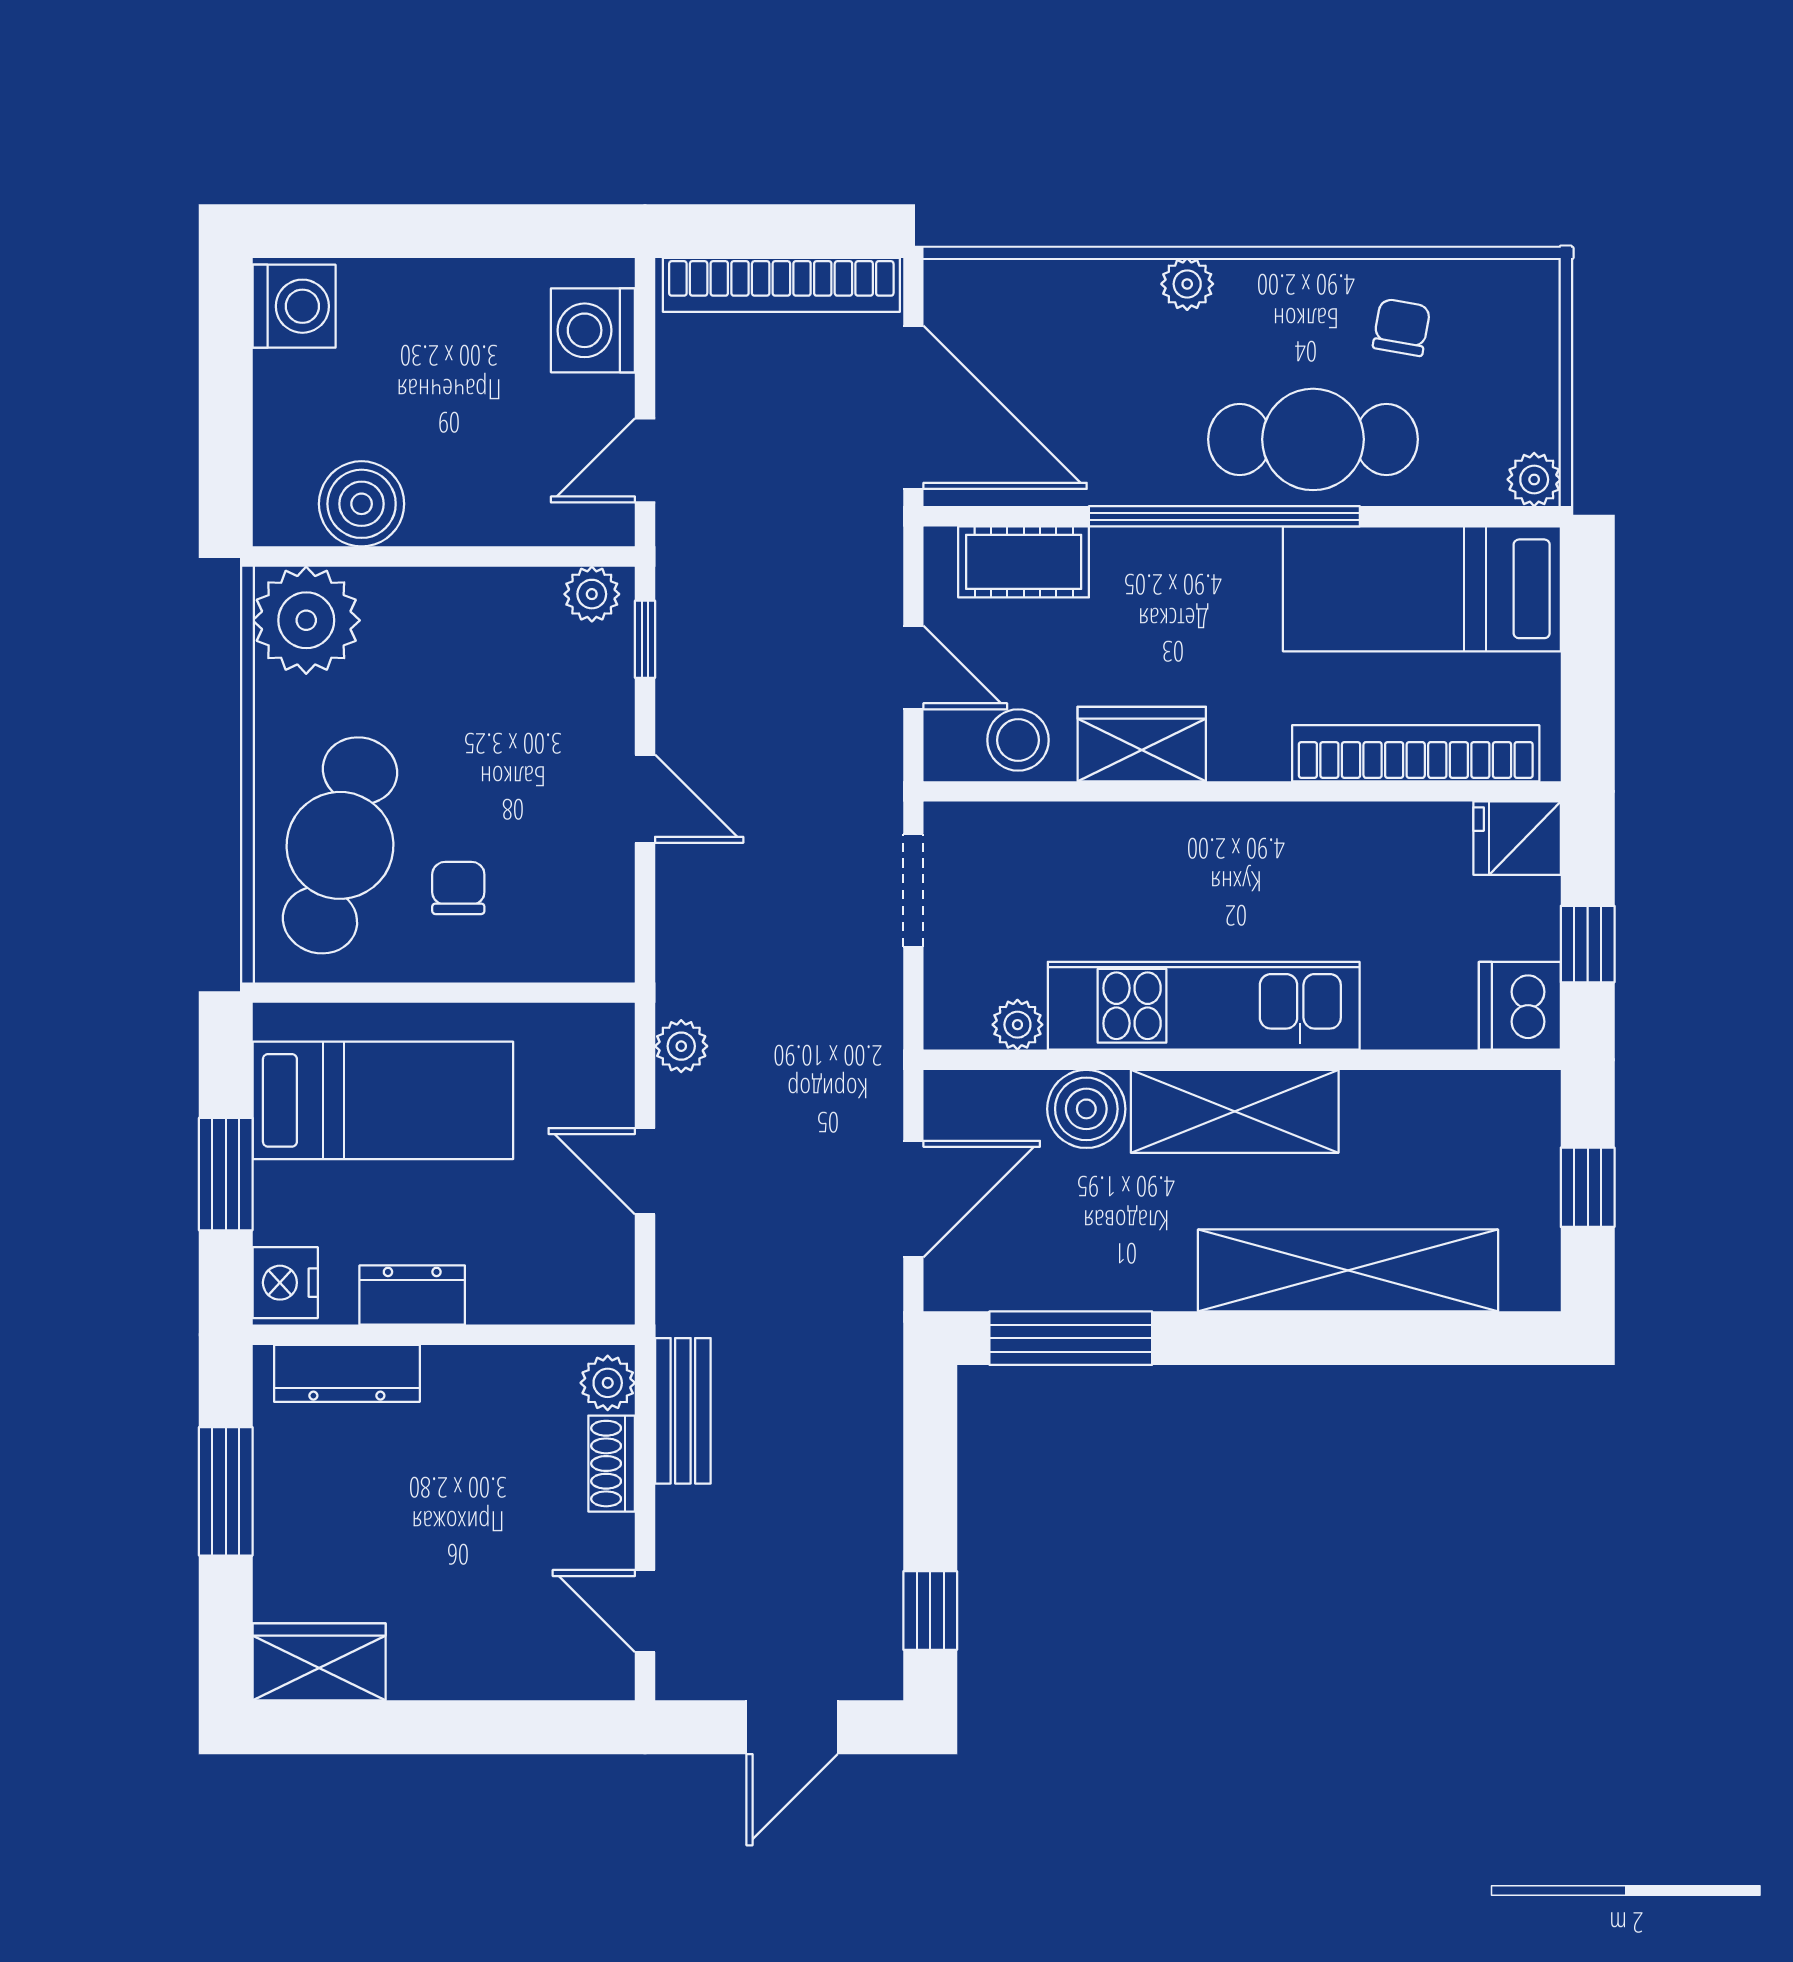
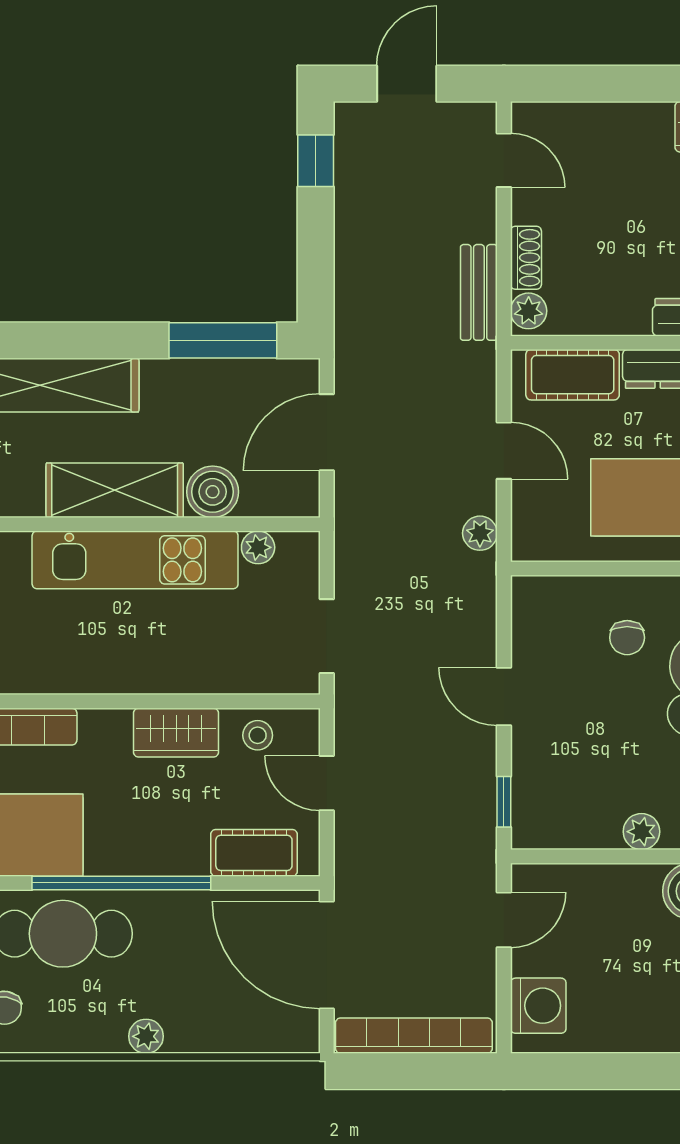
plant: (592, 594) -> (641, 832), moved
stool: (1018, 740) -> (258, 735), width x0.73, depth x0.73
cot: (541, 1286) -> (573, 375), added

